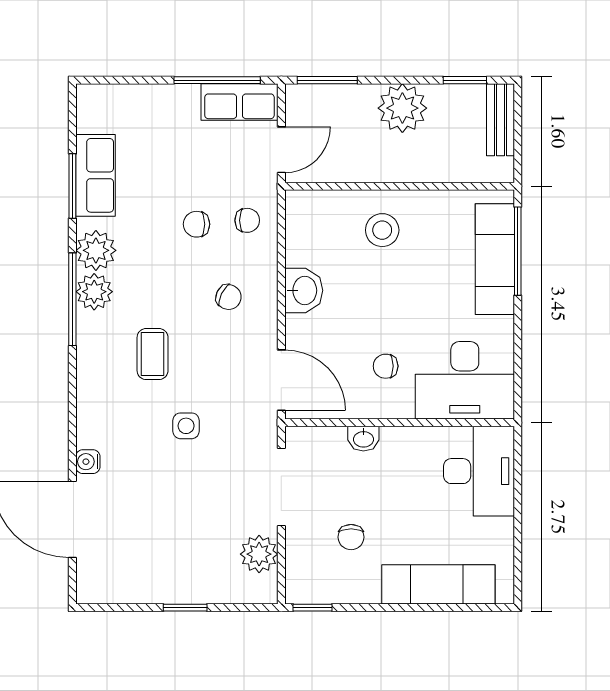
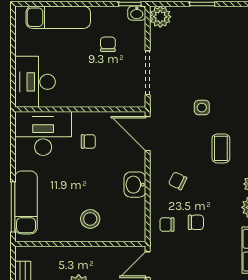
washbasin: (363, 439) -> (137, 13), moved, turned 180
plant: (259, 554) -> (160, 17), moved

